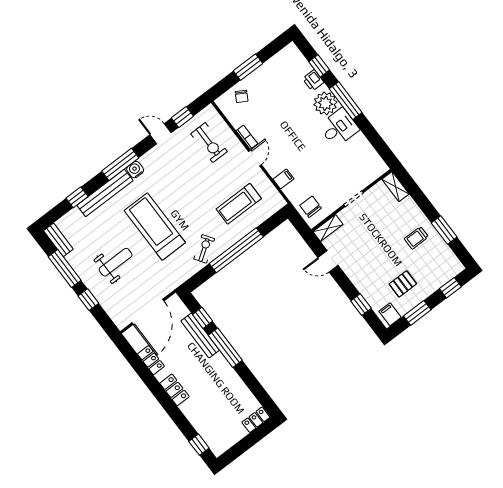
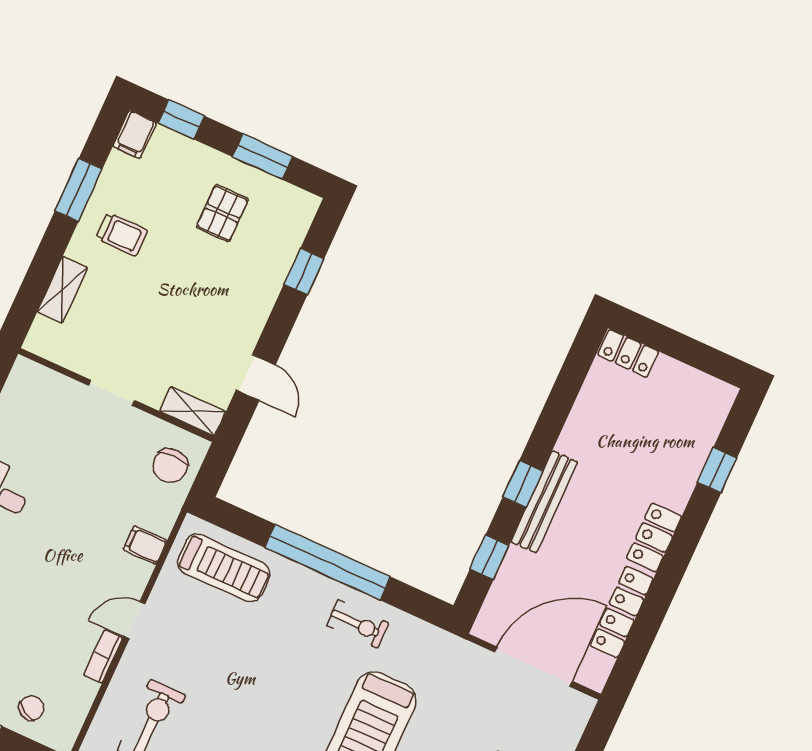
shelving: (395, 187) -> (62, 290), moved
treadmill: (239, 204) -> (224, 568), moved
exercise bike: (204, 249) -> (357, 624), turned -146
pallet: (403, 284) -> (222, 213), turned 90
filing cabinet: (390, 314) -> (135, 135), moved
bench: (200, 335) -> (544, 502), moved
window: (225, 348) -> (523, 484), width x0.46
locker: (151, 360) -> (622, 612), width x1.53
window: (199, 445) -> (717, 470), moved

